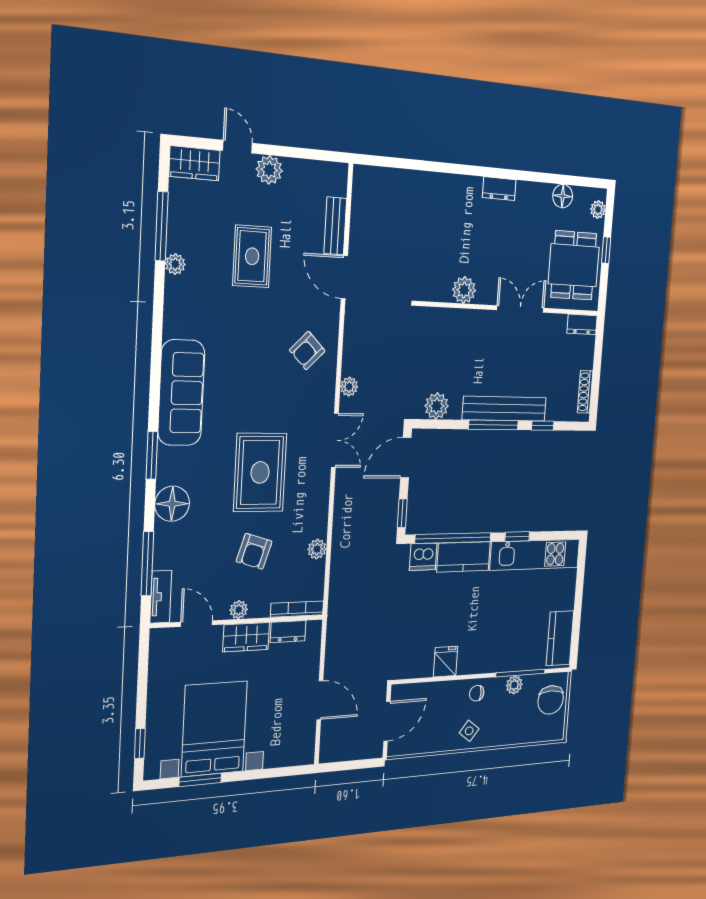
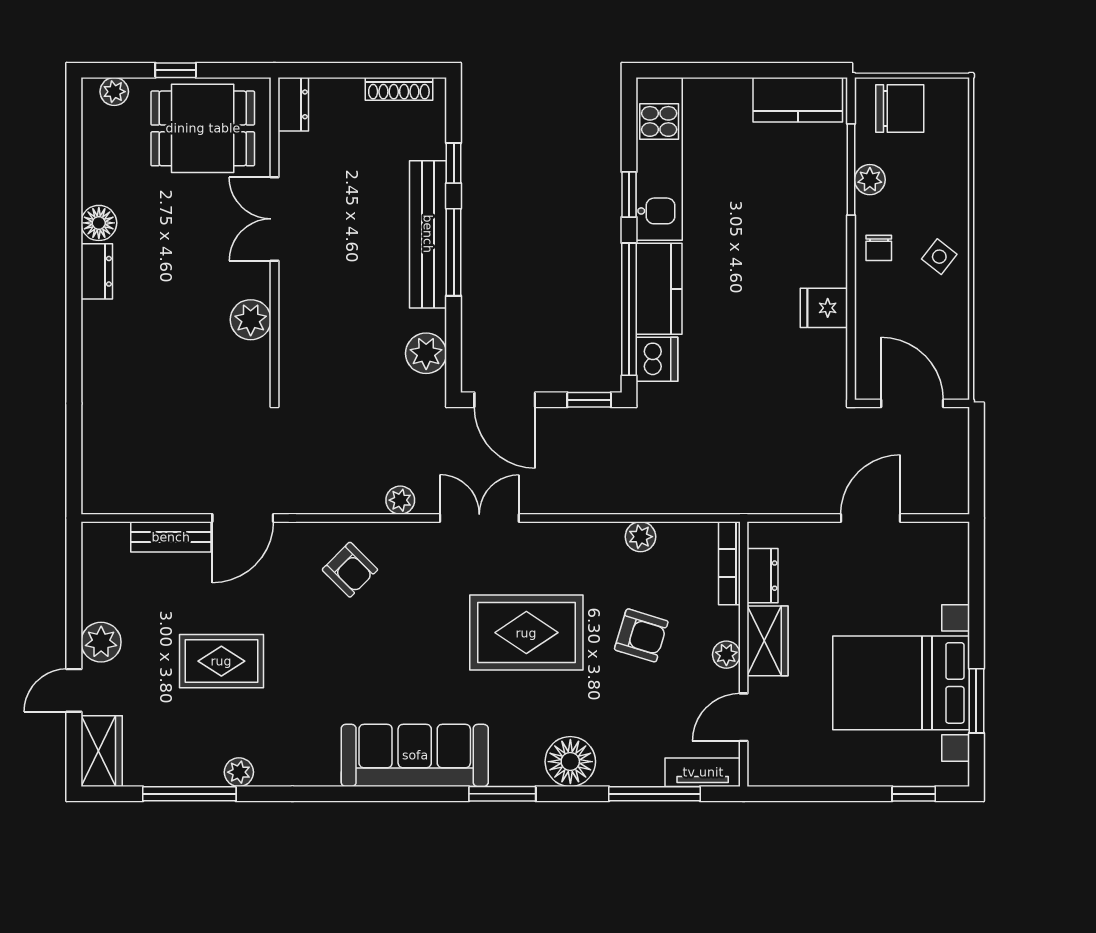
floor lamp: (563, 196) -> (99, 223), moved

